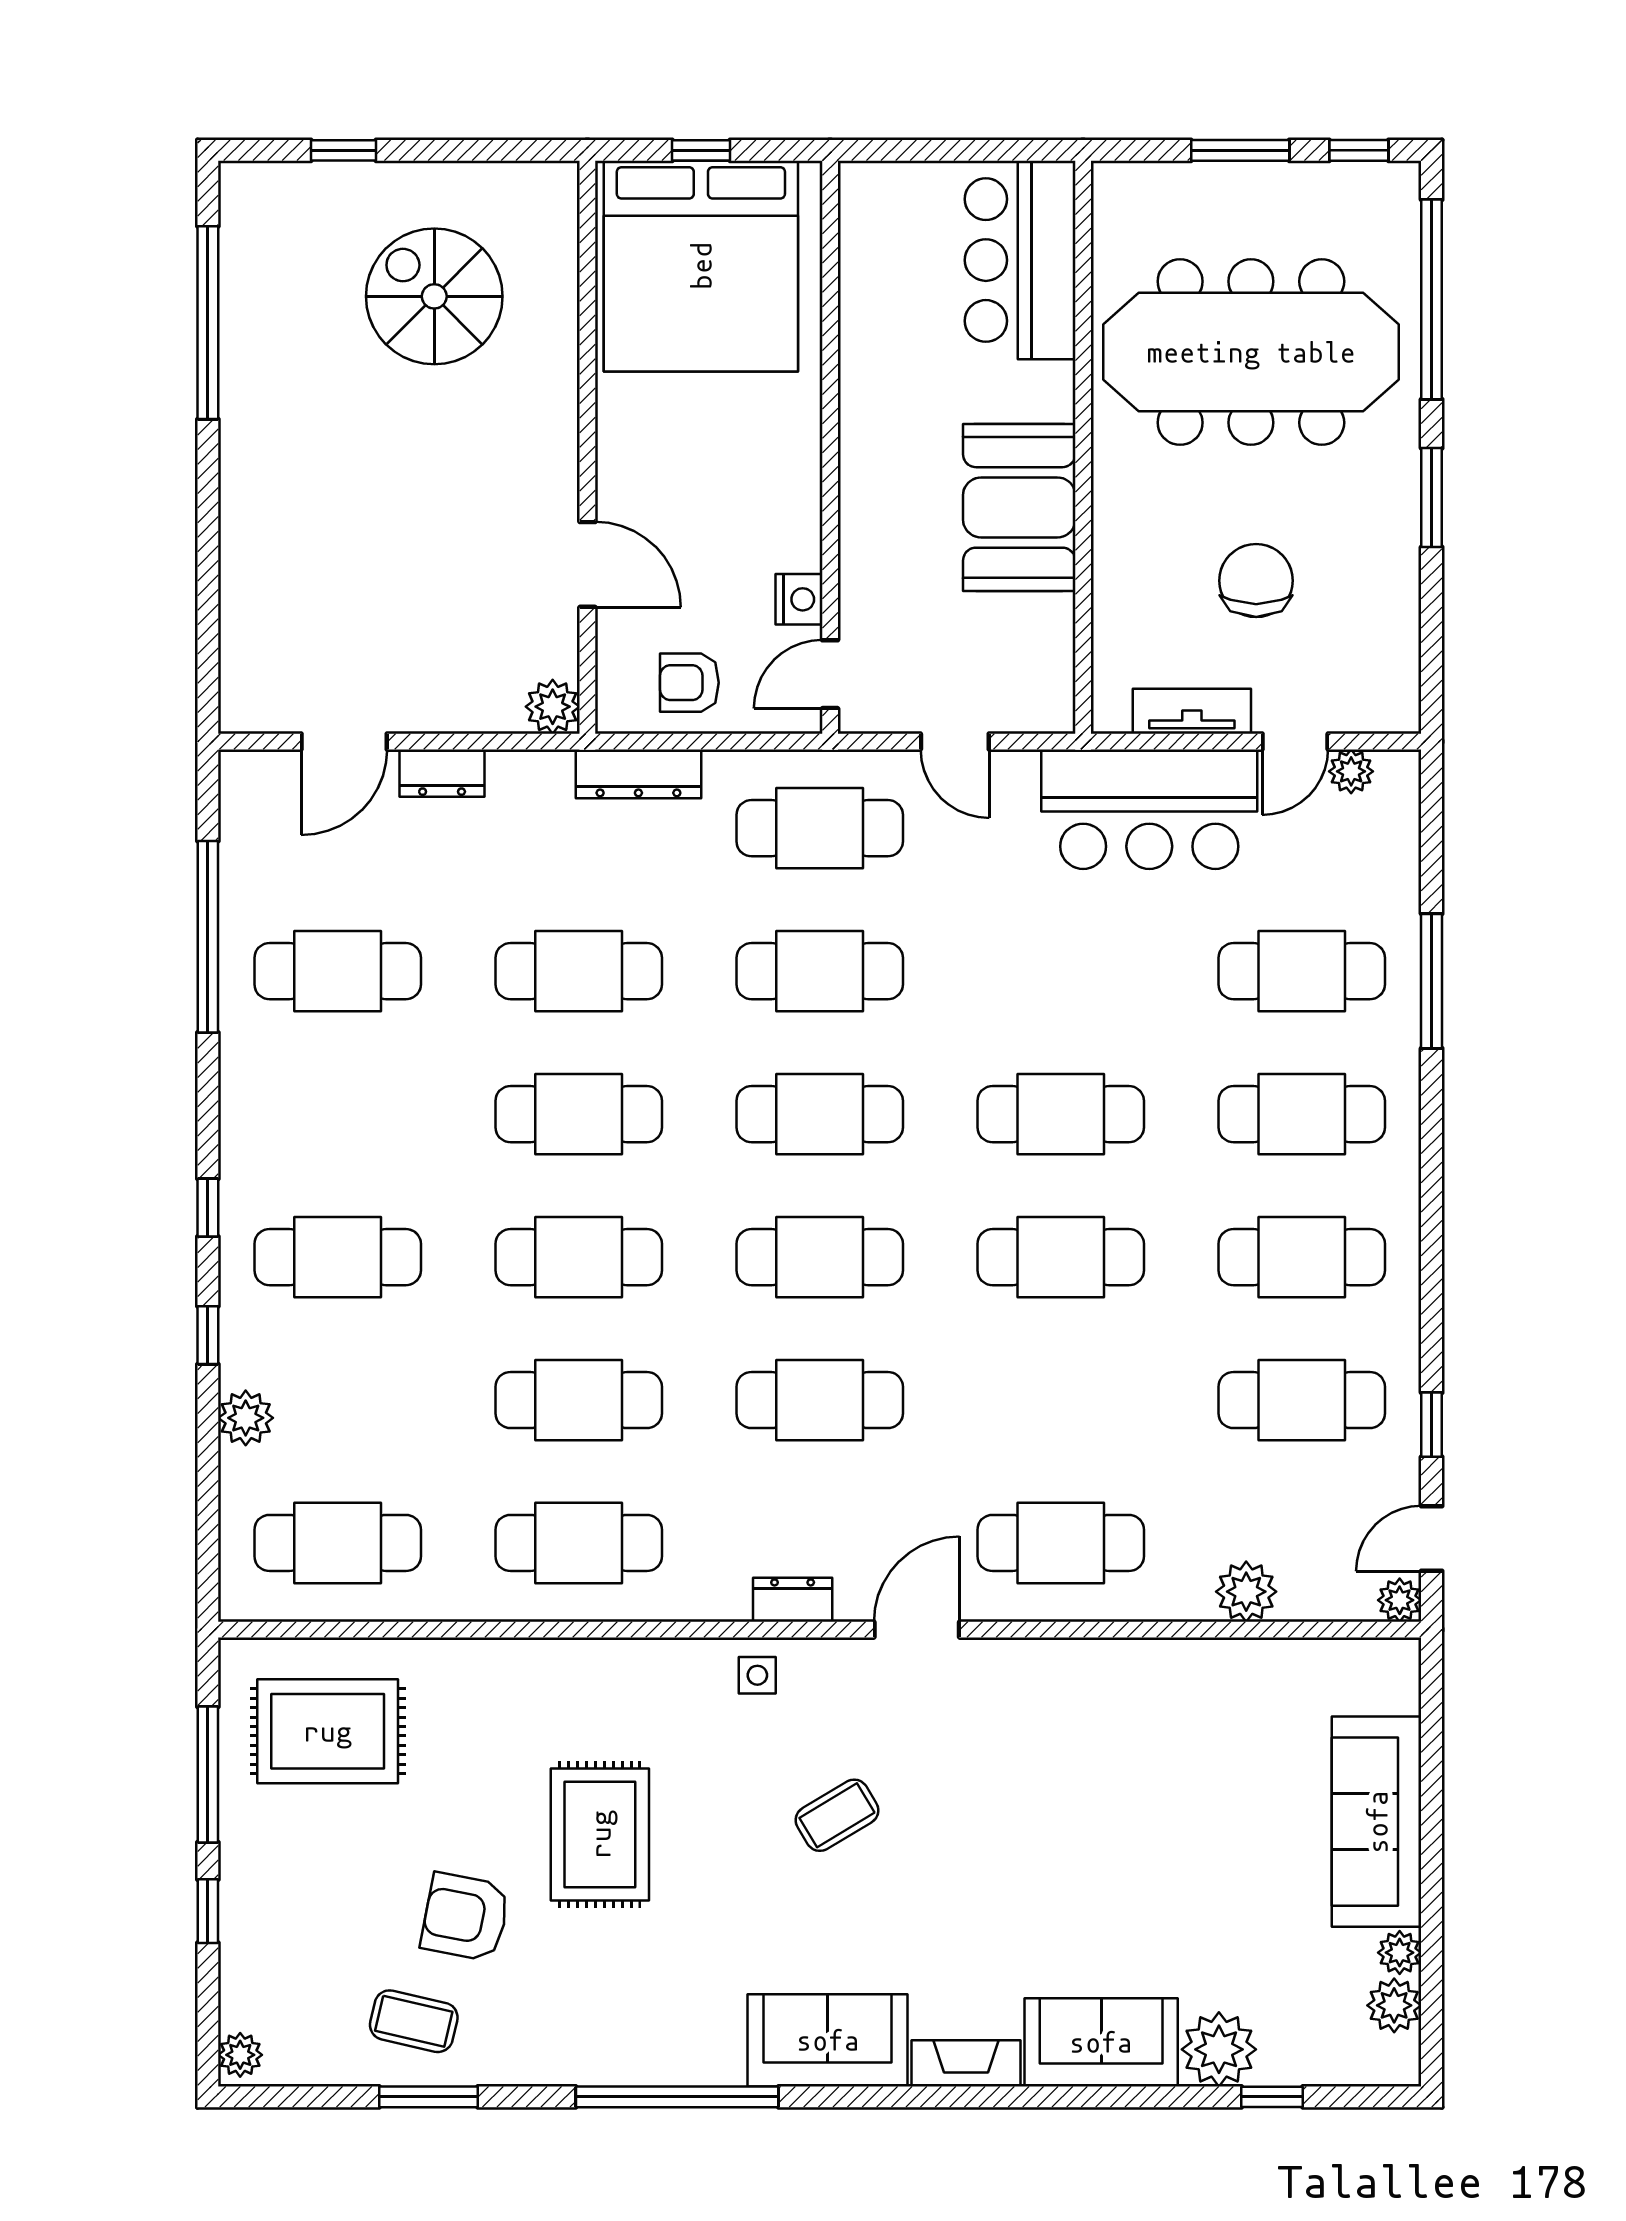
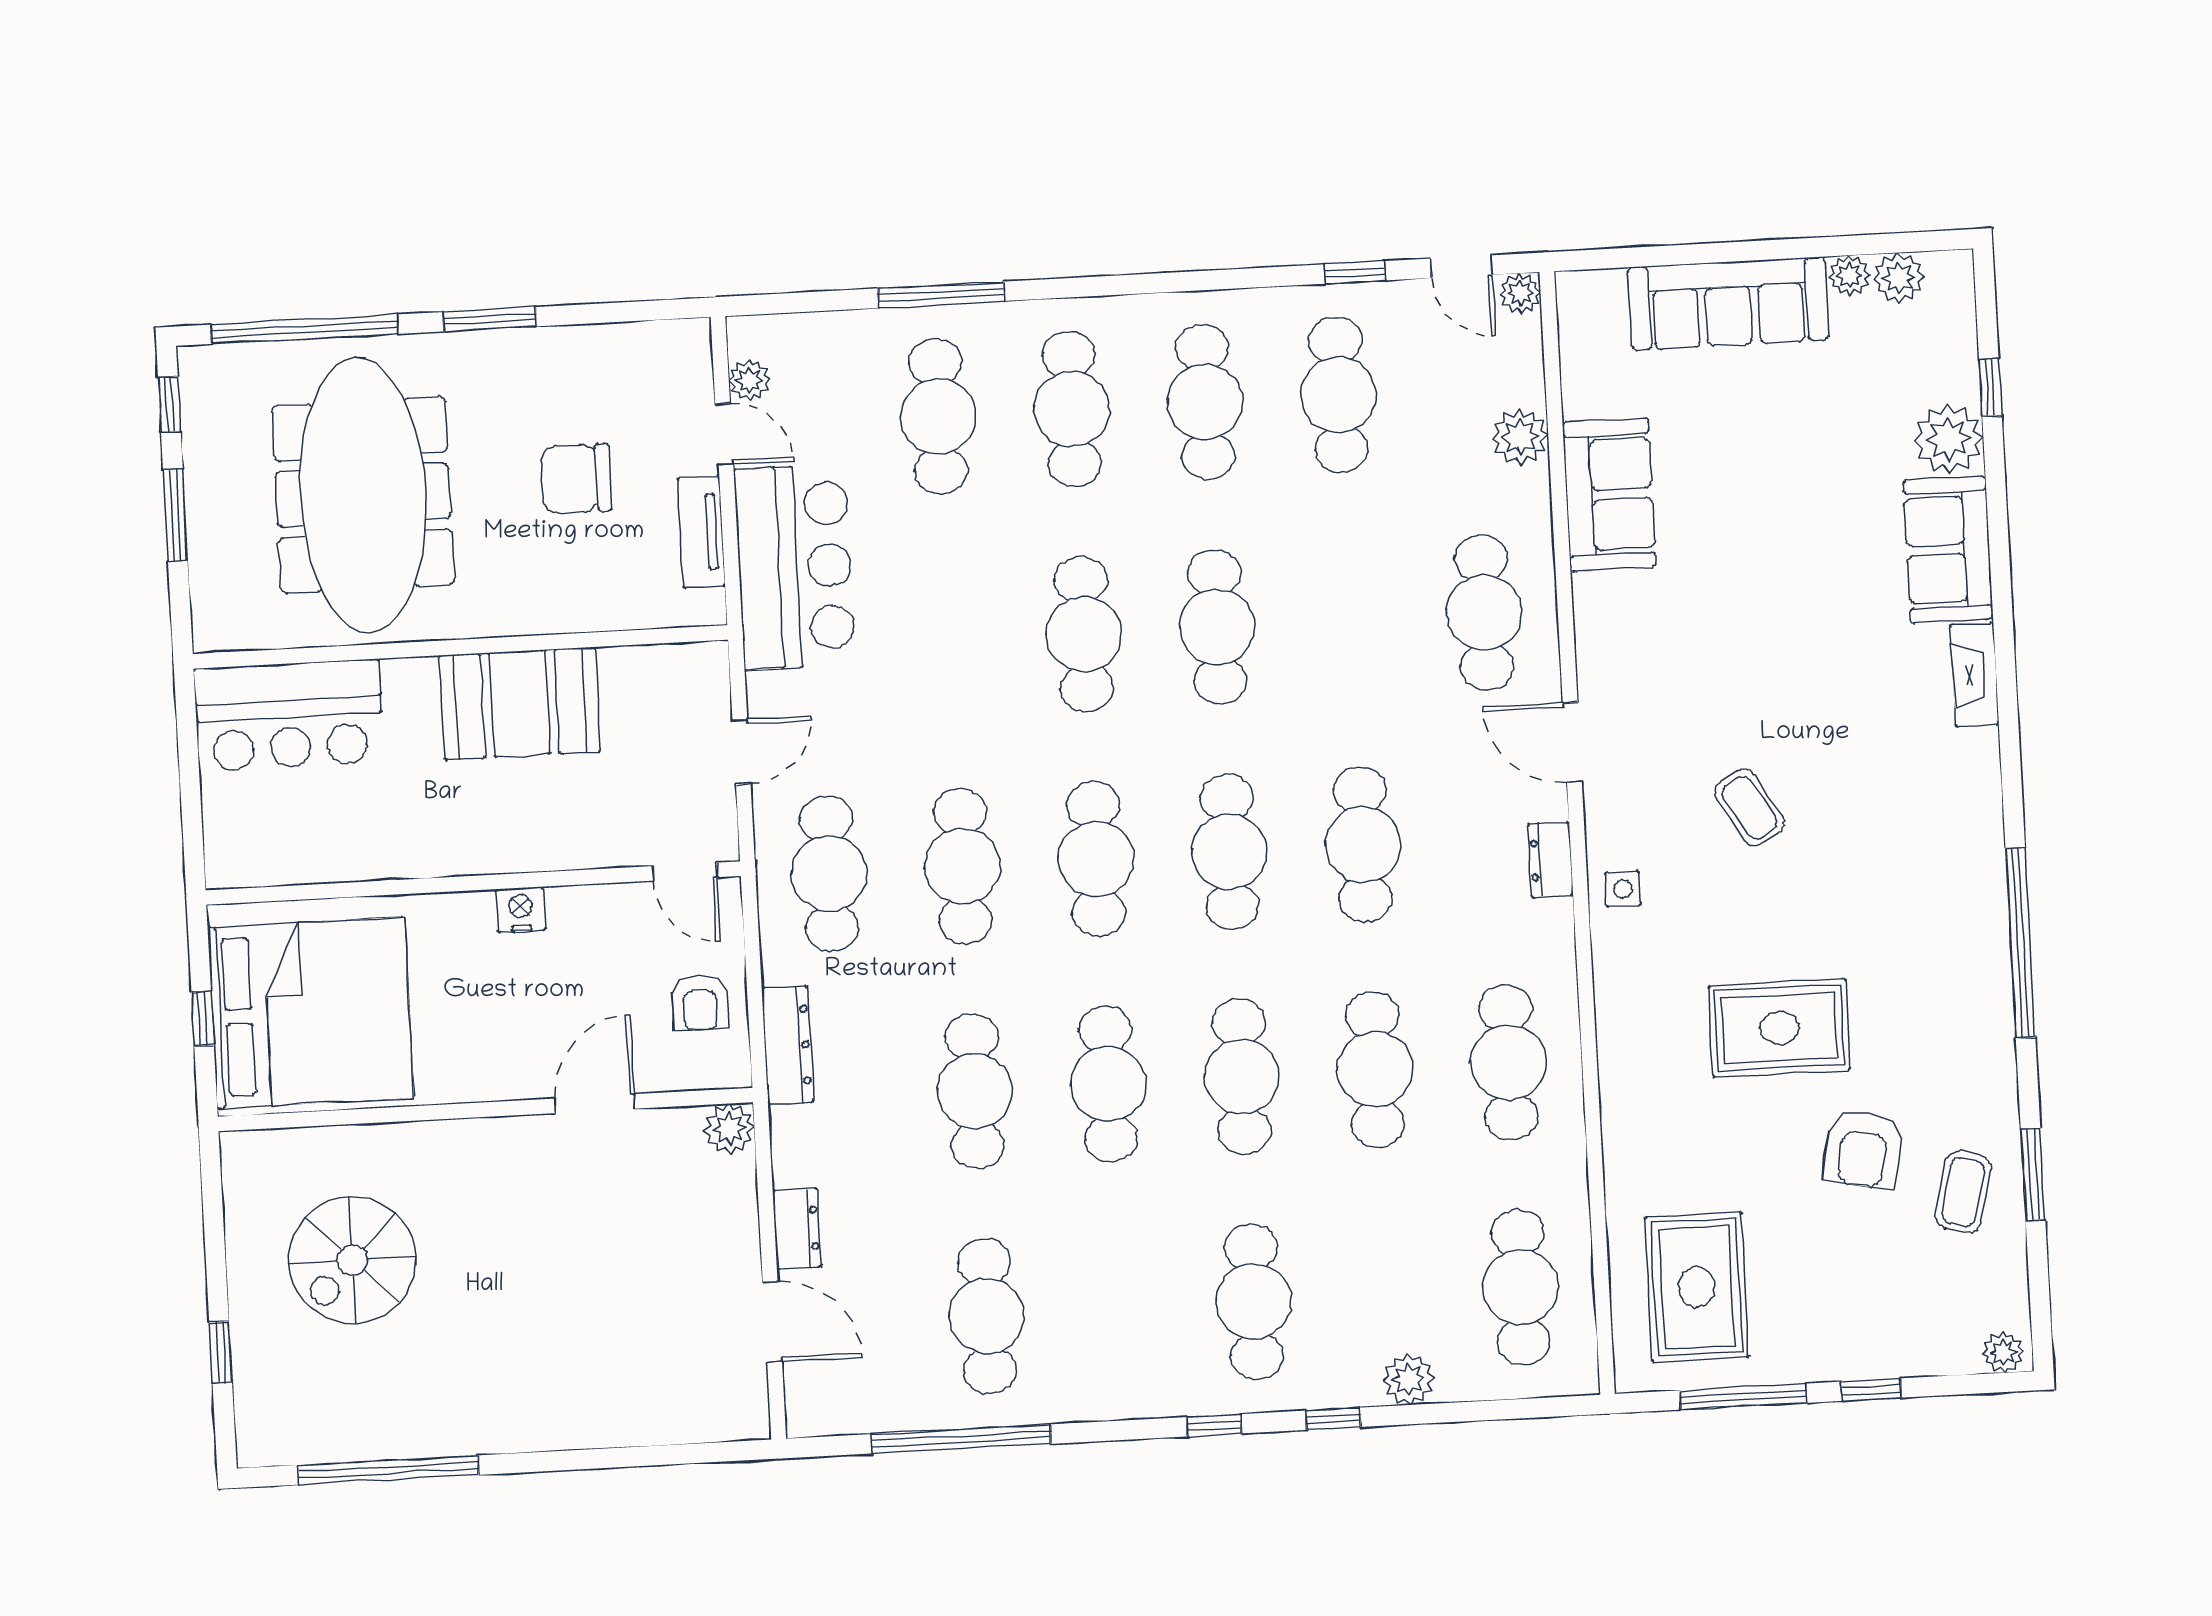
nightstand: (799, 599) -> (521, 910), moved
sofa: (828, 2040) -> (1609, 495), moved, turned 180

